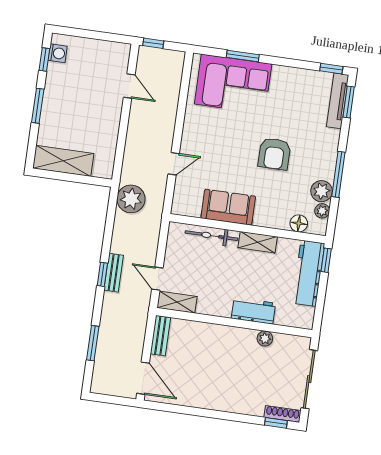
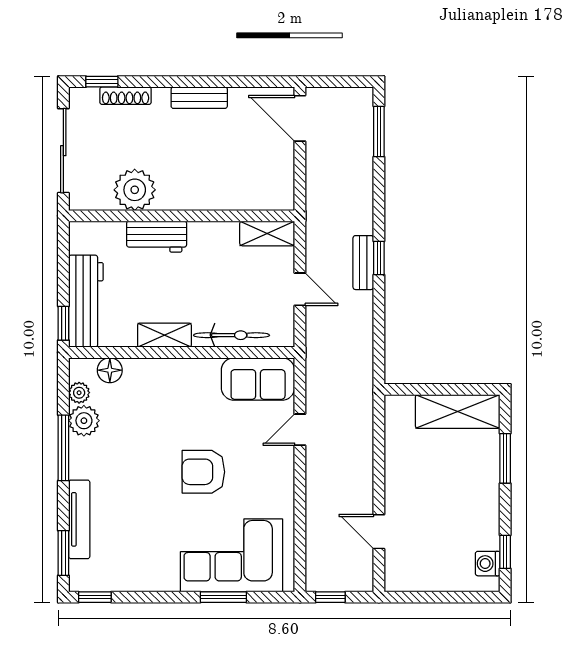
window: (153, 43) -> (330, 597), moved
tv unit: (338, 101) -> (79, 519), moved
window: (38, 106) -> (505, 458), moved
armchair: (274, 154) -> (203, 472), moved, turned -90
plant: (131, 199) -> (354, 371), removed
sofa: (228, 207) -> (258, 379), moved
door: (157, 279) -> (300, 289), moved
bench: (160, 336) -> (199, 98), moved, turned 90
plant: (265, 339) -> (135, 190), width x1.87, depth x1.87
window: (93, 343) -> (379, 131), moved
shoe rack: (283, 414) -> (126, 96), moved

